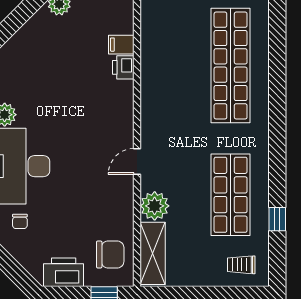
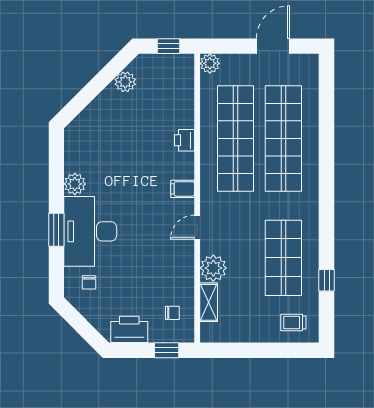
filing cabinet: (121, 45) -> (183, 189), moved
shop shelf: (179, 66) -> (235, 139), added
shelving: (153, 253) -> (209, 302), width x0.67, depth x0.75
chair: (110, 254) -> (172, 313), width x0.54, depth x0.54

